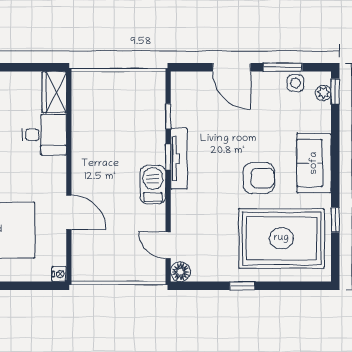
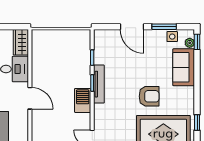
sofa: (314, 163) -> (184, 67), moved
door: (69, 212) -> (30, 98), moved

